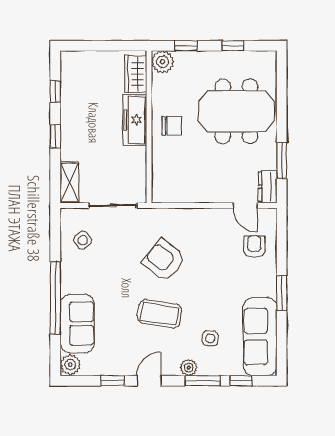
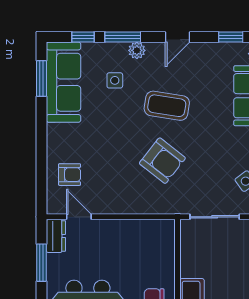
armchair: (254, 247) -> (70, 175), turned -90
window: (282, 293) -> (41, 79), moved
window: (113, 381) -> (231, 37), moved

